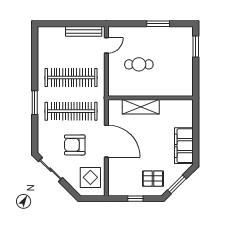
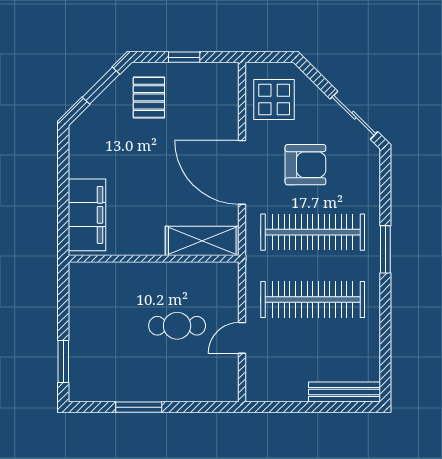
bench: (84, 31) -> (344, 392), moved
door: (106, 45) -> (242, 338), moved
shelving: (141, 107) -> (202, 241), moved
filing cabinet: (184, 146) -> (87, 215), moved
pallet: (153, 179) -> (149, 97), turned 90

